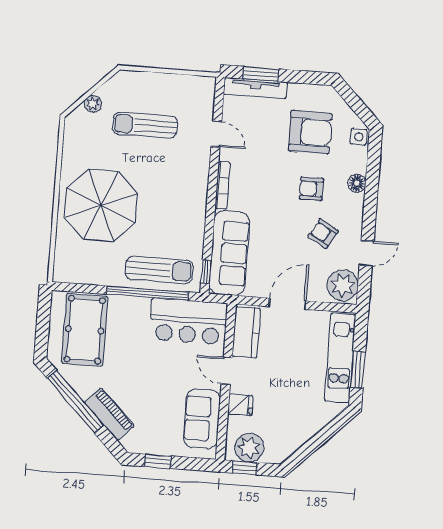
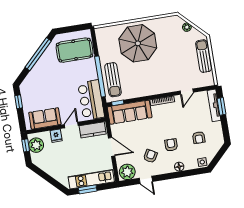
sun lounger: (145, 125) -> (203, 56), moved
armchair: (310, 132) -> (199, 138), width x0.53, depth x0.53
piano: (109, 414) -> (36, 72), removed

